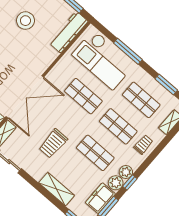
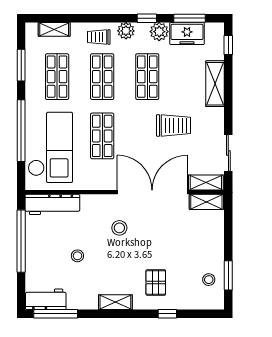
stool: (25, 21) -> (77, 256), width x0.53, depth x0.53
window: (128, 51) -> (21, 131), width x1.46
stool: (21, 59) -> (119, 228), added
plant: (126, 172) -> (126, 31), moved

